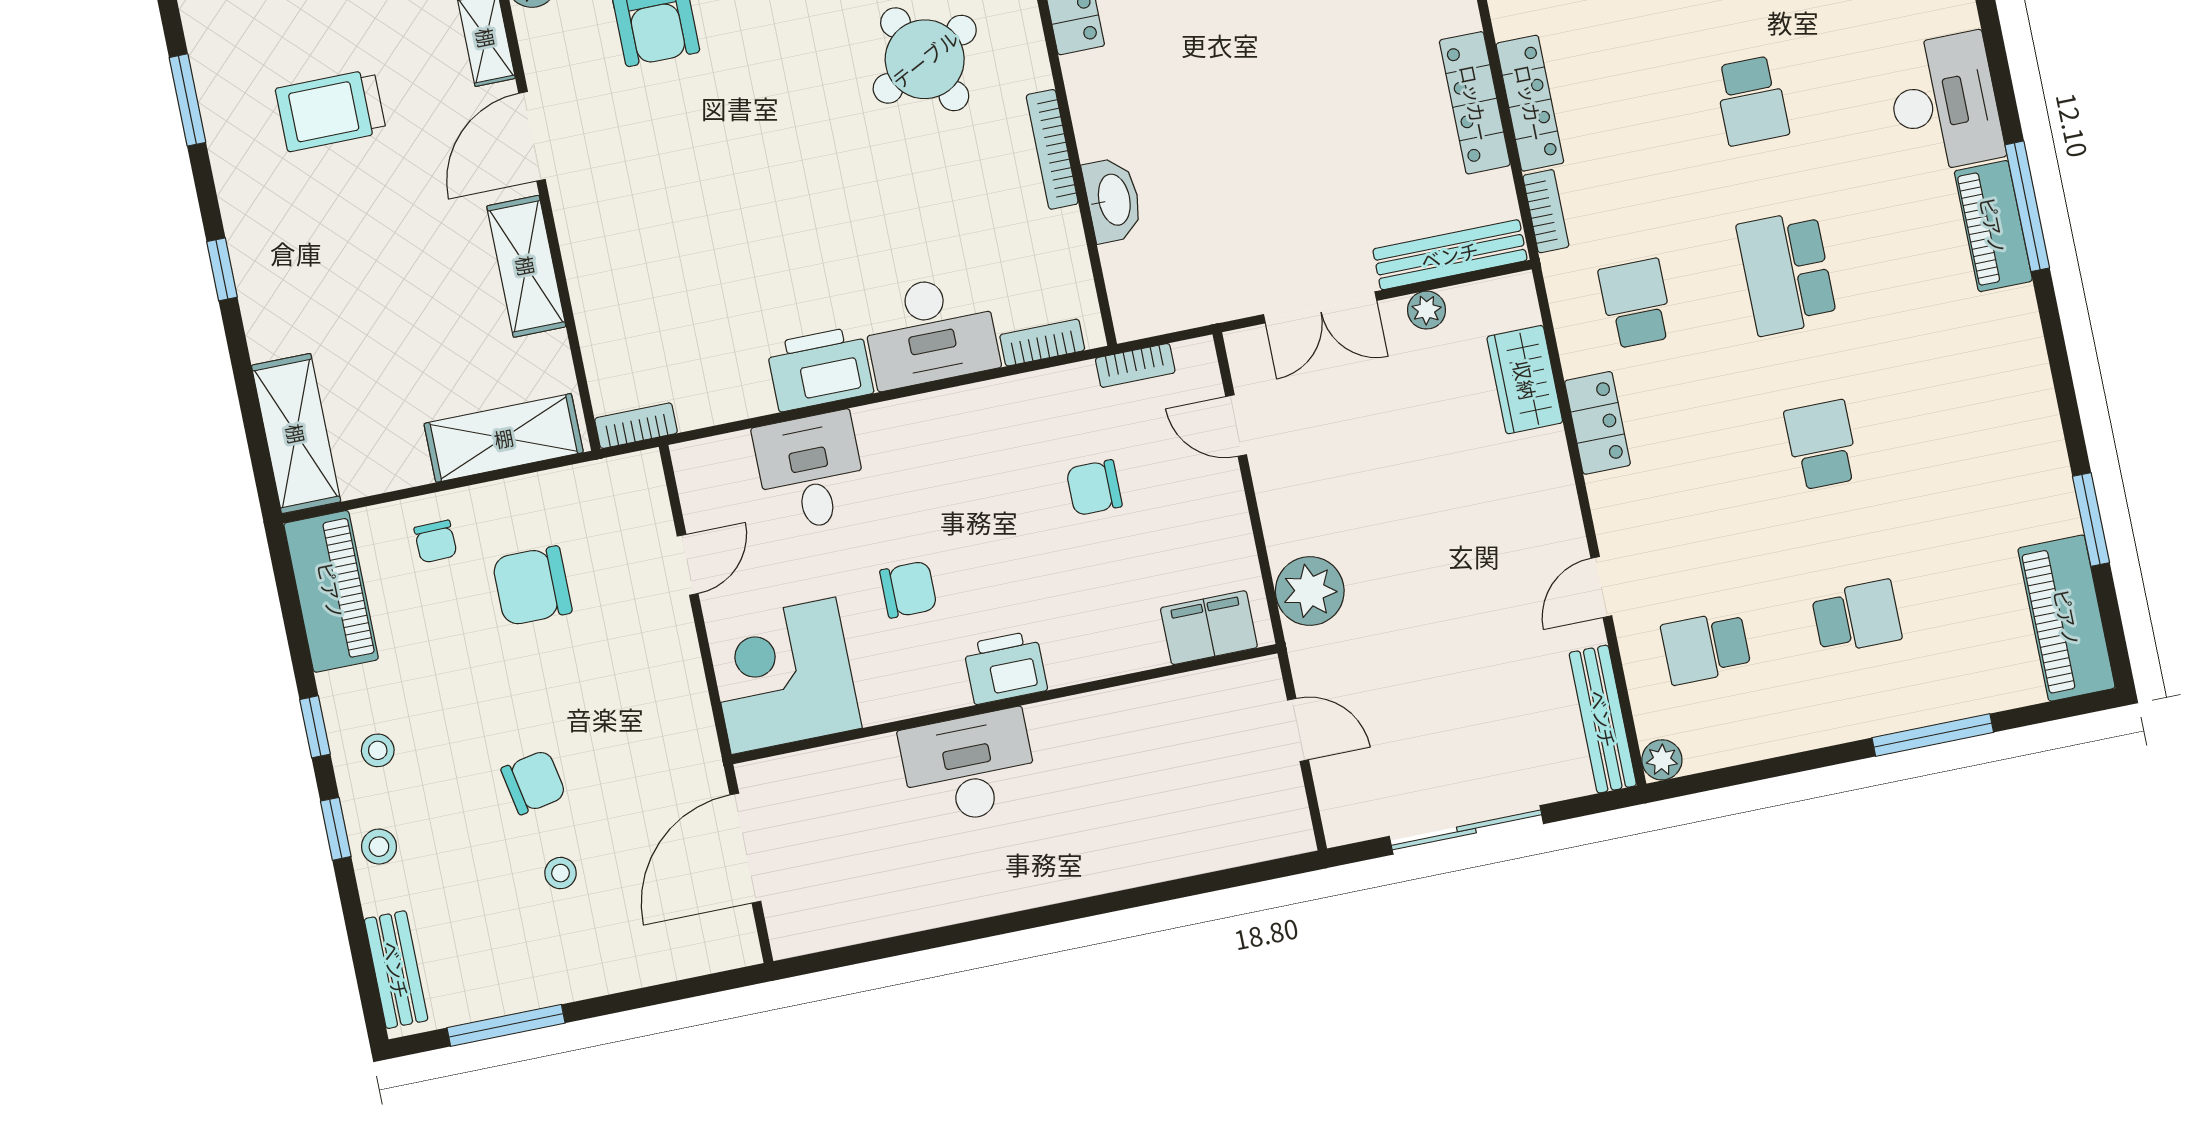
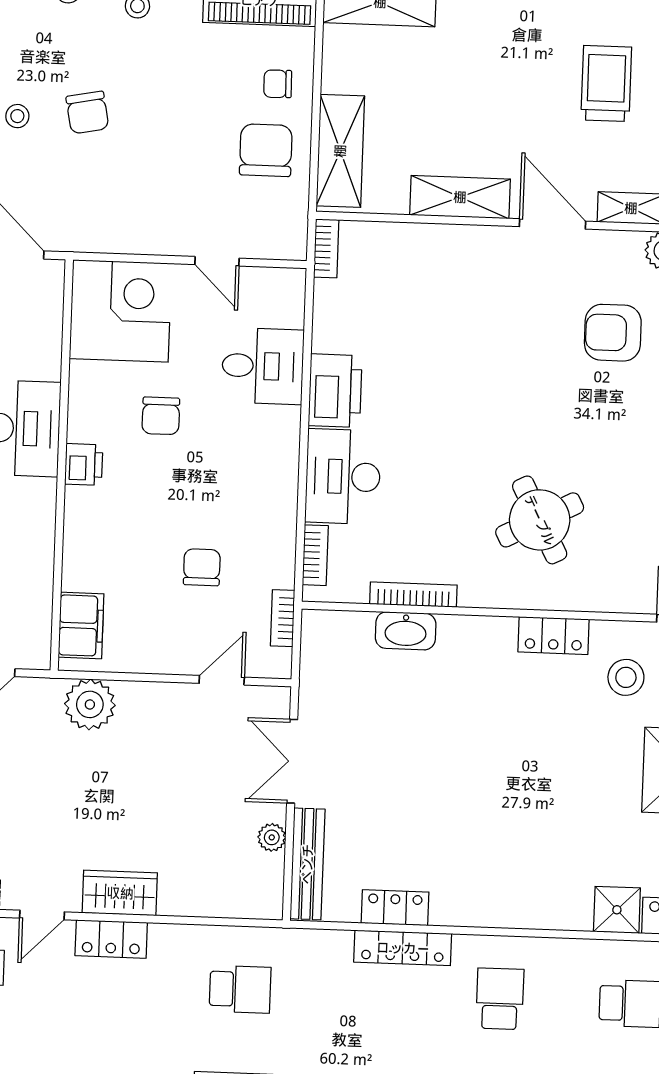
locker: (1475, 103) -> (395, 908), width x0.66
bookcase: (1052, 149) -> (413, 595), moved
bookcase: (1546, 211) -> (322, 941), removed
wardrobe: (1525, 380) -> (120, 893), moved
locker: (1598, 423) -> (111, 939), moved
chair: (532, 586) -> (266, 150), moved
door: (1601, 587) -> (42, 915), swing flipped
printer: (1005, 667) -> (84, 464), width x0.73, depth x0.81

